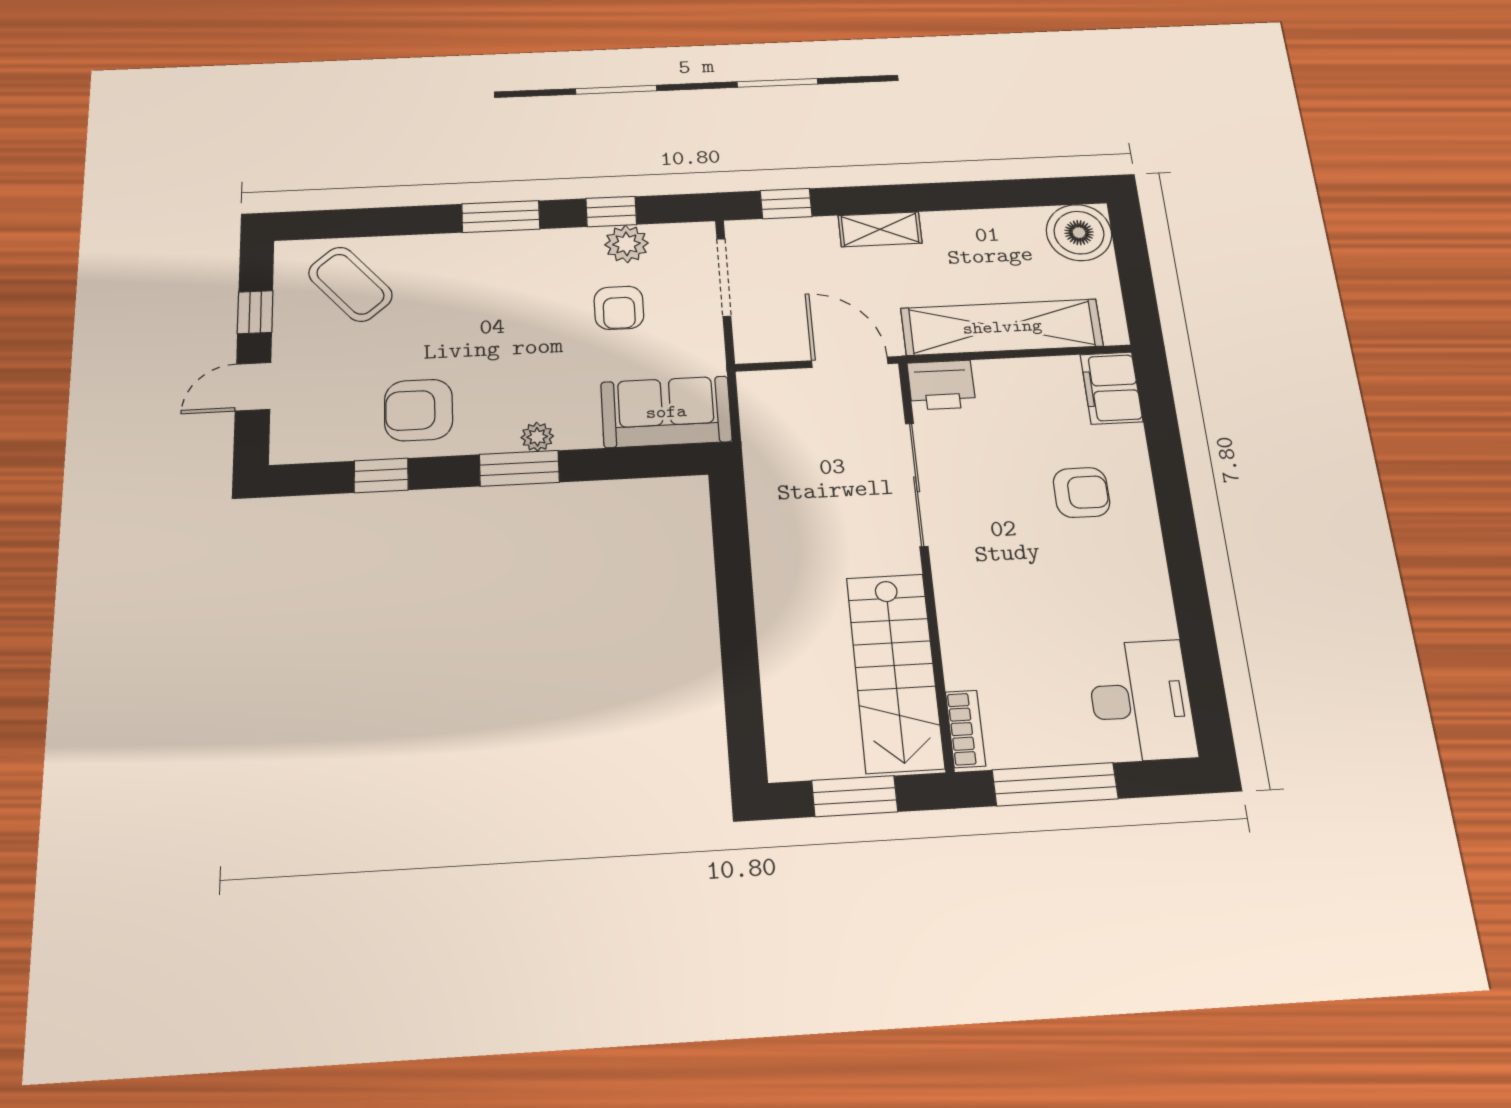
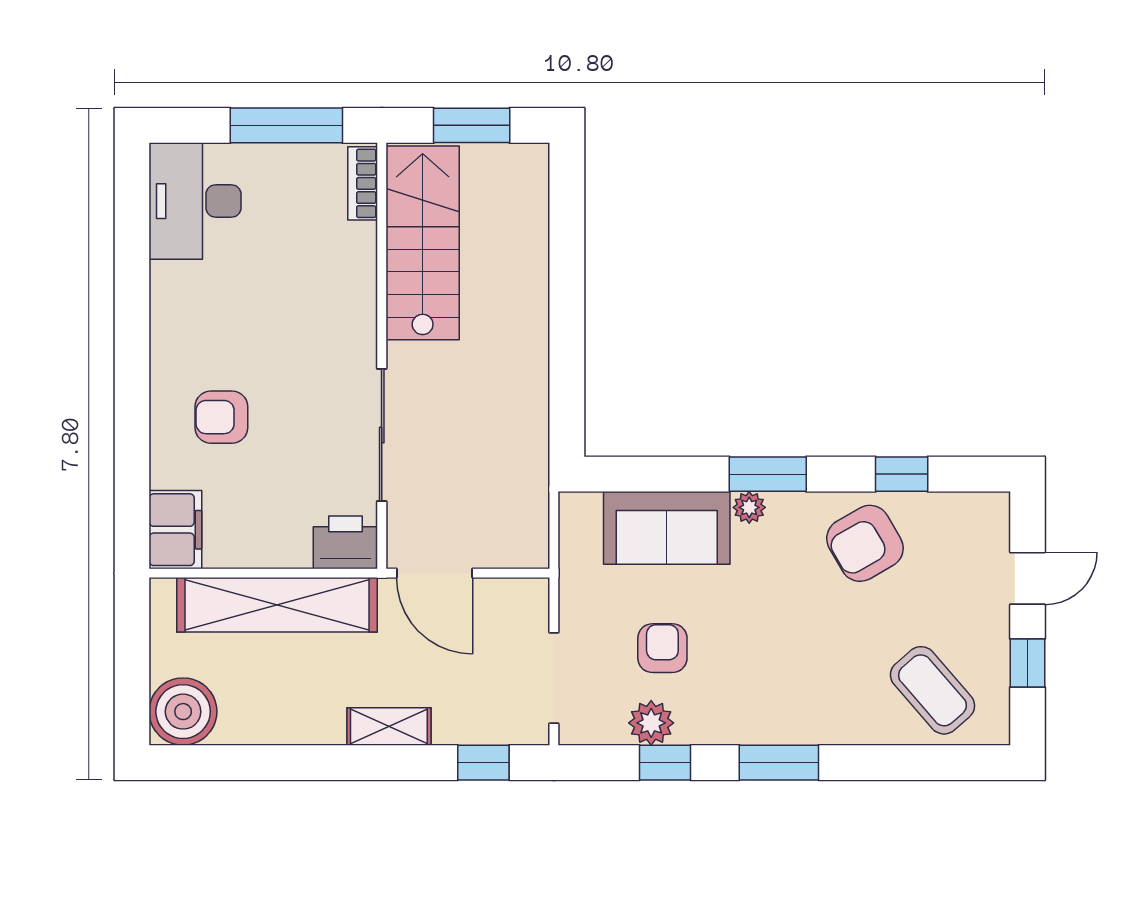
armchair: (419, 410) -> (865, 543), turned 150
sofa: (666, 412) -> (667, 528), moved

